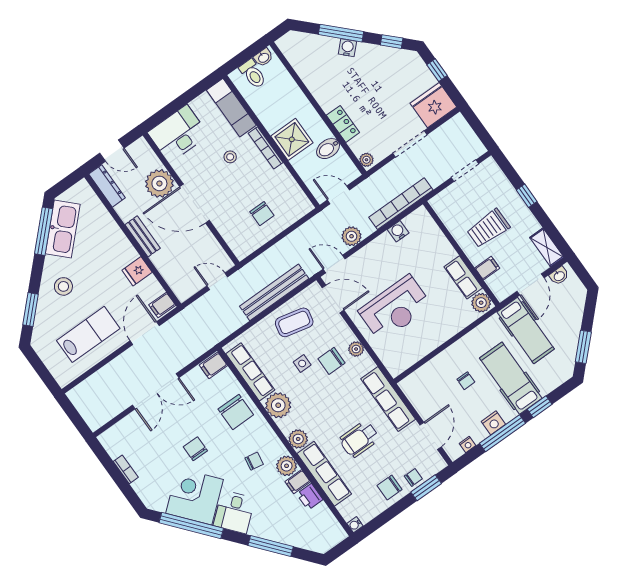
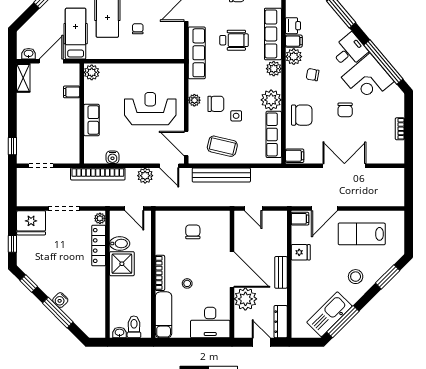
locker: (343, 124) -> (99, 246), width x1.53
shower: (292, 139) -> (122, 264), moved
window: (527, 196) -> (12, 146), moved
trolley: (488, 228) -> (53, 117), removed
row of seats: (463, 277) -> (92, 120), moved
chair: (236, 412) -> (302, 115), turned 90

